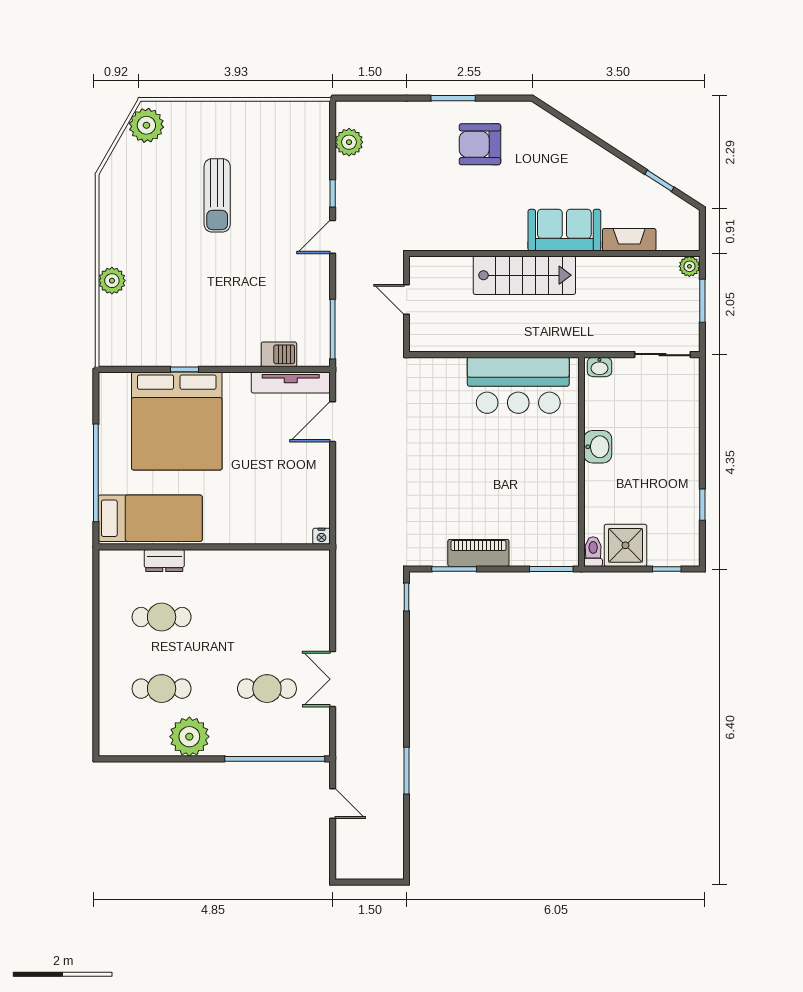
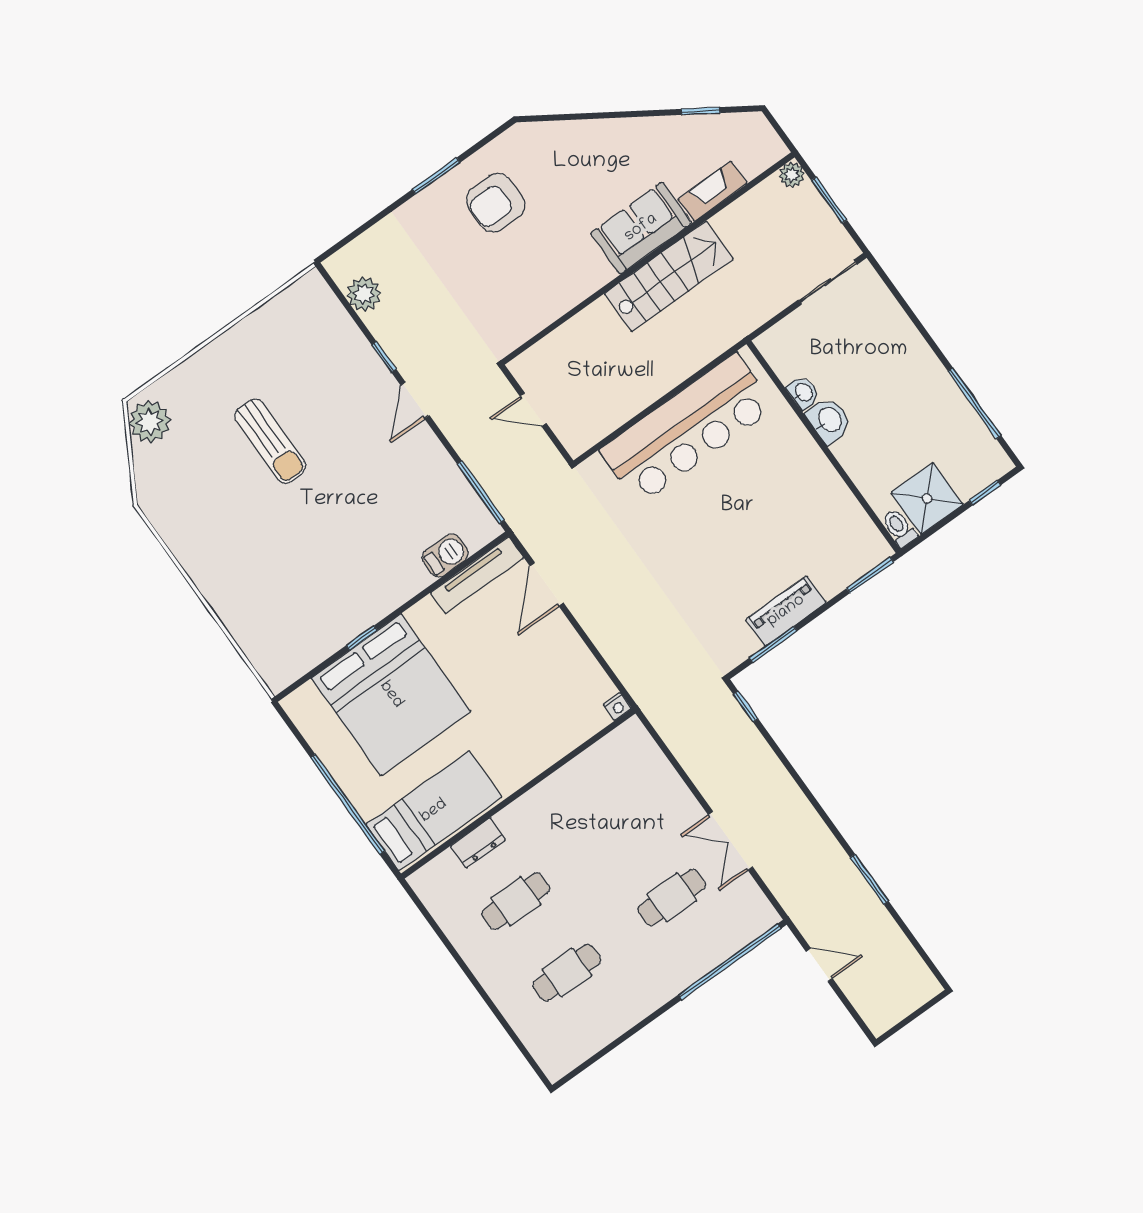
stairs: (524, 275) -> (669, 276), moved
plant: (112, 281) -> (226, 601), removed
washbasin: (599, 367) -> (803, 393), moved, turned -90
bar counter: (518, 385) -> (687, 429), width x1.36
window: (702, 505) -> (975, 403), width x2.17
plant: (189, 737) -> (629, 1001), removed

